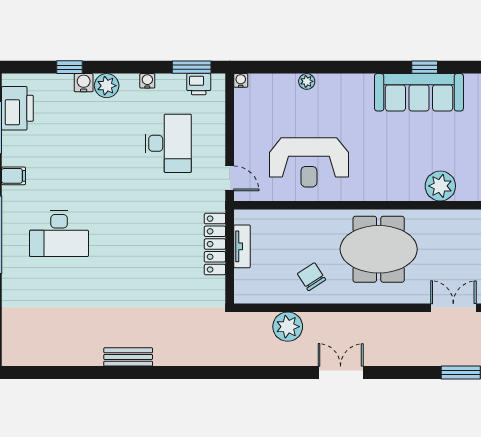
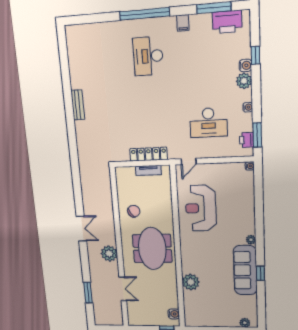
plant: (307, 81) -> (251, 240), moved
plant: (288, 327) -> (109, 254), moved

